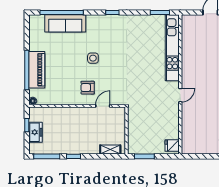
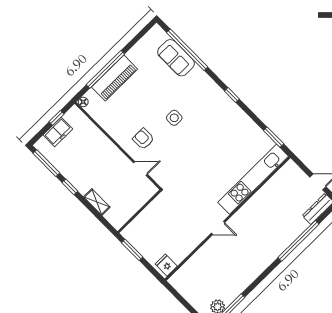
sofa: (65, 23) -> (176, 58), width x0.73
shelving: (110, 150) -> (97, 202), moved

